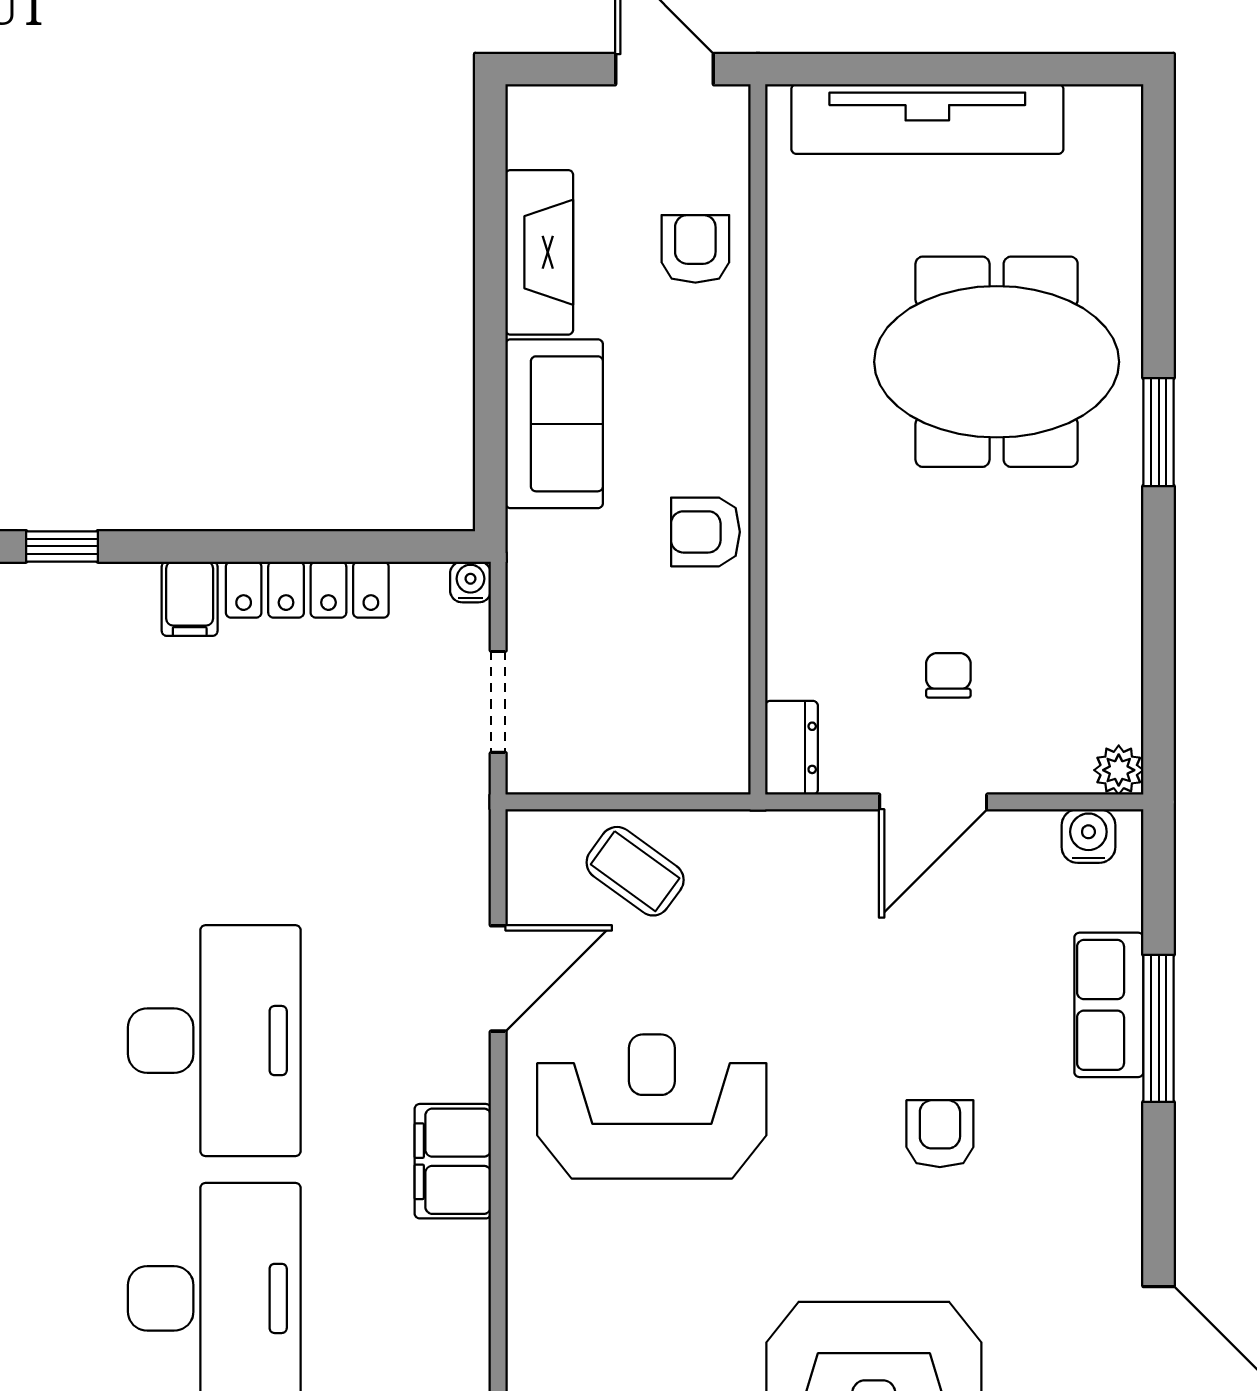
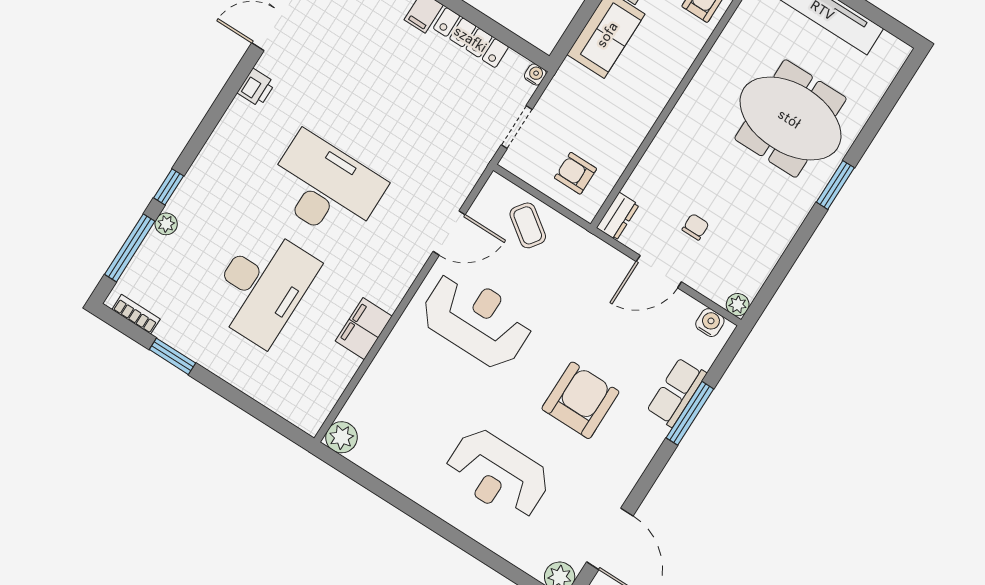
armchair: (705, 532) -> (575, 173), moved
desk: (214, 1041) -> (325, 188), turned -90
armchair: (940, 1134) -> (580, 400), width x1.88, depth x1.88
filing cabinet: (453, 1161) -> (364, 329), moved

